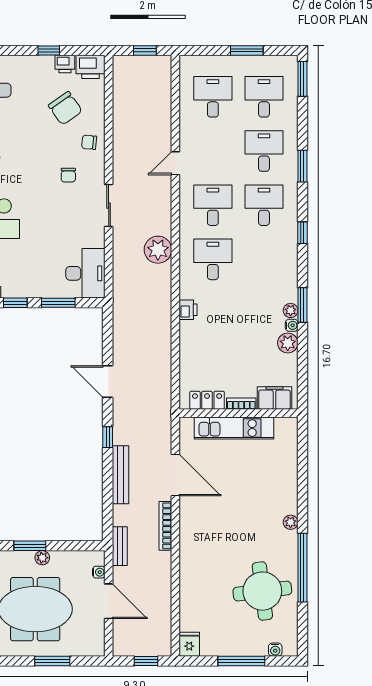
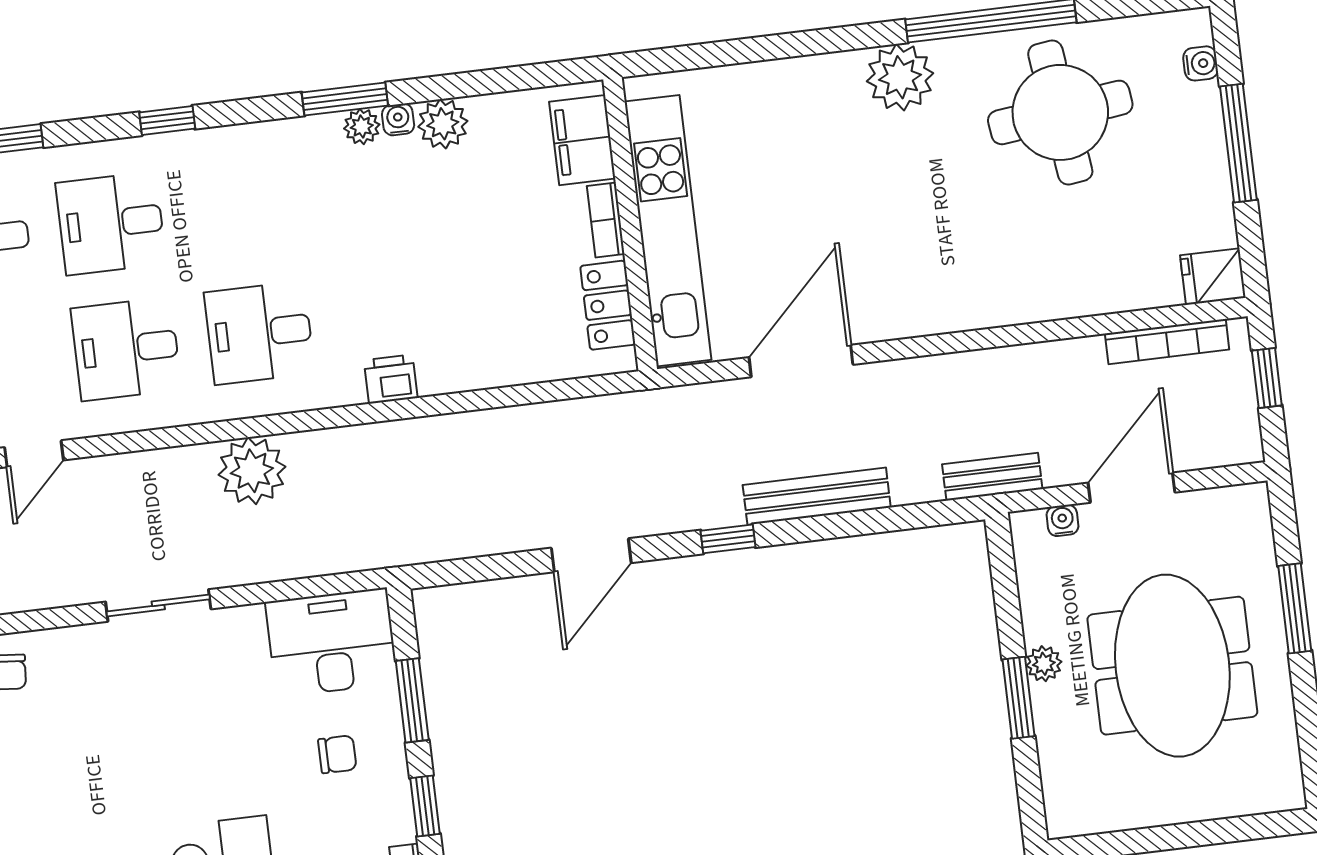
door: (175, 163) -> (34, 454), hinge flipped
chair: (68, 175) -> (337, 754), moved
kitchen unit: (234, 428) -> (668, 231), width x1.36
plant: (291, 522) -> (900, 77), width x1.88, depth x1.88
bookcase: (165, 526) -> (1167, 342), moved

